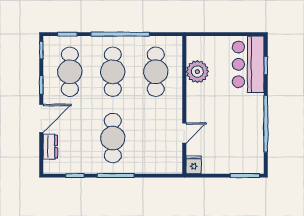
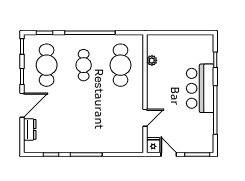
bar counter: (248, 64) -> (200, 88), moved
cafe table: (113, 72) -> (84, 65), width x0.73, depth x0.74
plant: (197, 72) -> (152, 60), width x0.53, depth x0.53
cafe table: (113, 138) -> (84, 122), removed
door: (212, 176) -> (169, 154), added

